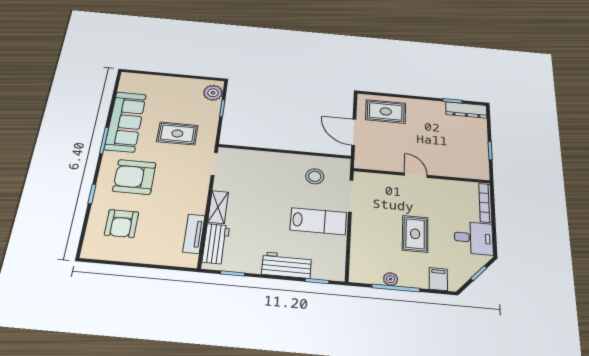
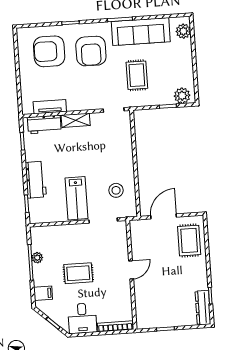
plant: (137, 80) -> (183, 31), added
armchair: (134, 177) -> (91, 51), turned 180
armchair: (122, 224) -> (49, 51), width x1.36, depth x1.36

